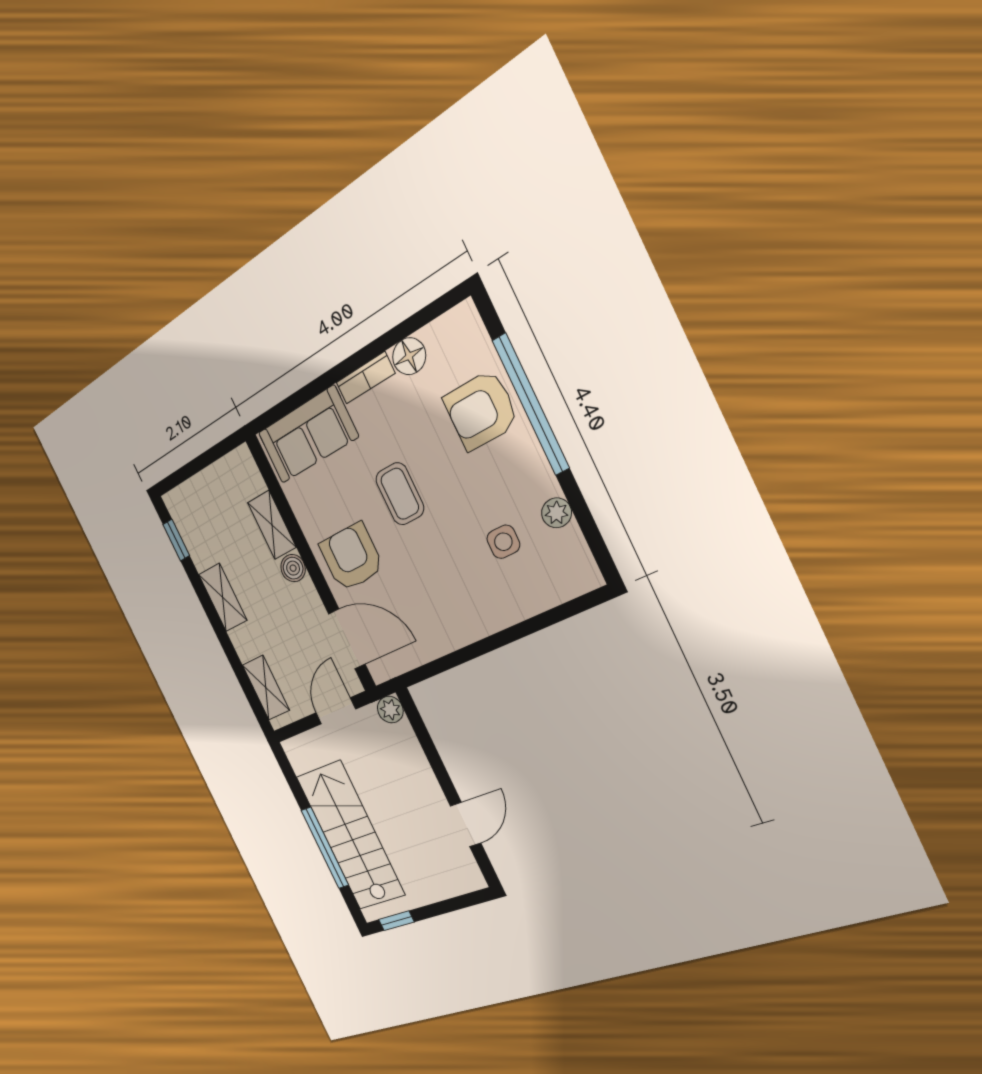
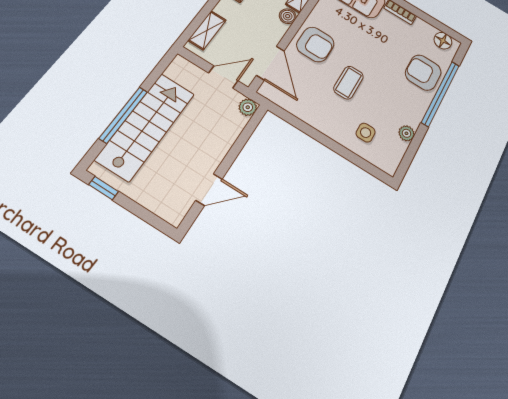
floor lamp: (409, 356) -> (443, 41), moved
coffee table: (400, 494) -> (349, 83), moved
side table: (503, 542) -> (366, 133), moved
armchair: (351, 557) -> (315, 44), turned 90

